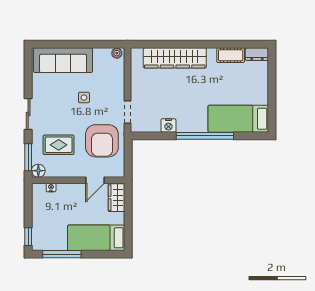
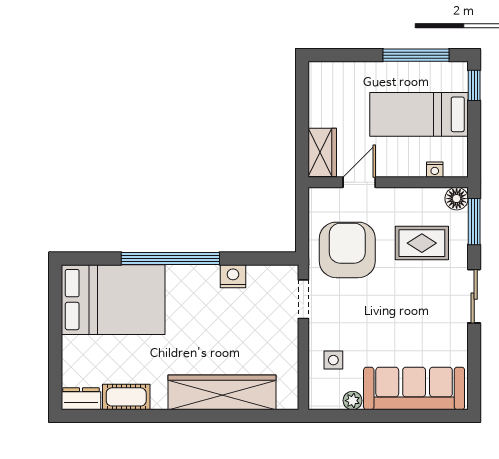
plant: (117, 53) -> (352, 401), moved
side table: (84, 98) -> (333, 360), moved
bed: (238, 119) -> (113, 300), width x1.50
bed: (96, 238) -> (419, 114), moved, turned 180

